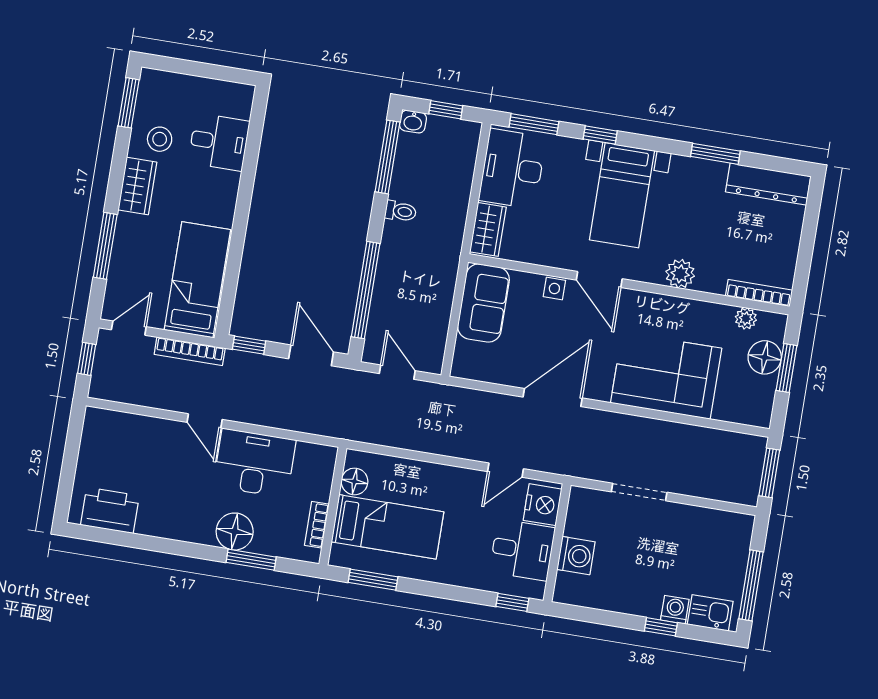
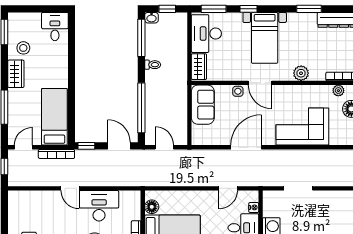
desk: (219, 142) -> (55, 27), moved, turned -90
nightstand: (542, 505) -> (254, 207), width x0.53, depth x0.56

